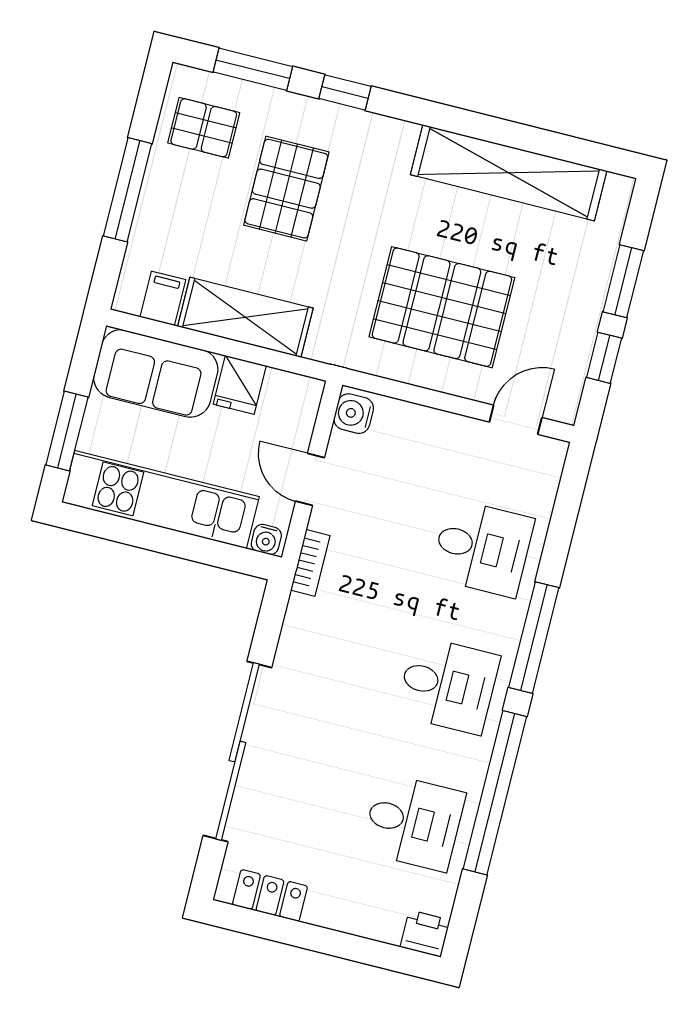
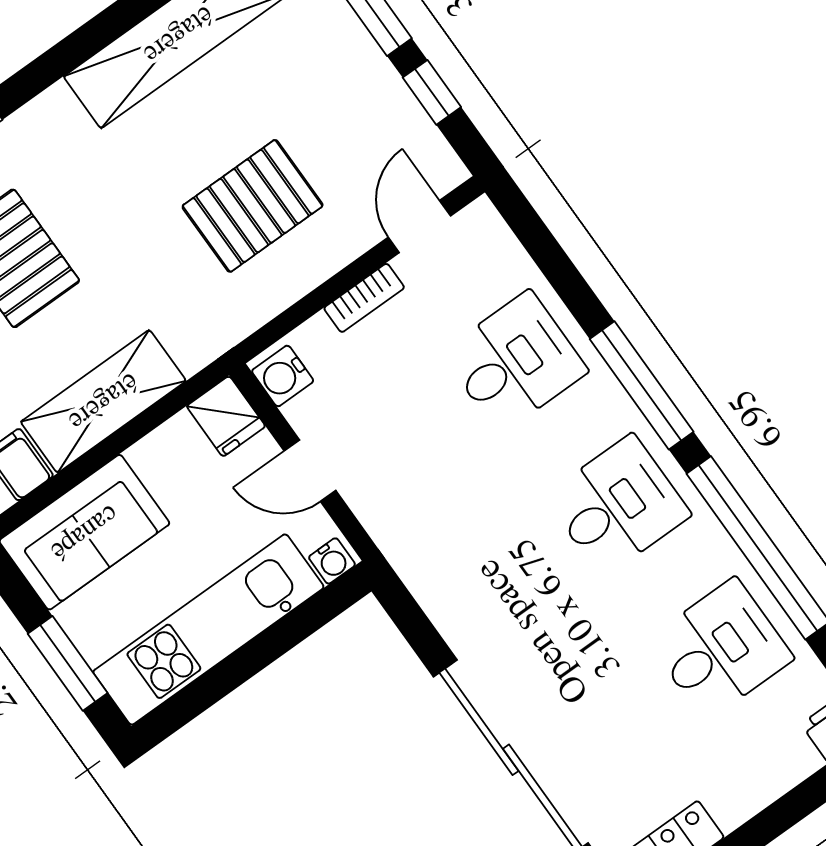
pallet: (442, 307) -> (253, 206), width x0.73, depth x0.71
fridge: (240, 385) -> (226, 416), moved
bookcase: (310, 563) -> (364, 298), moved, turned 90

